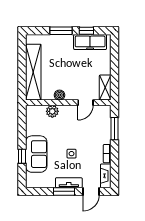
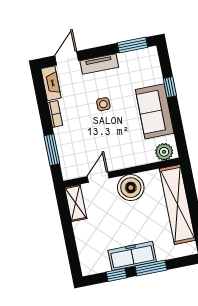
freezer: (90, 42) -> (132, 256), moved
boiler: (59, 95) -> (131, 188), width x1.86, depth x1.86
plant: (52, 111) -> (164, 152), moved
sofa: (36, 154) -> (155, 111), moved
window: (64, 191) -> (132, 45), moved

